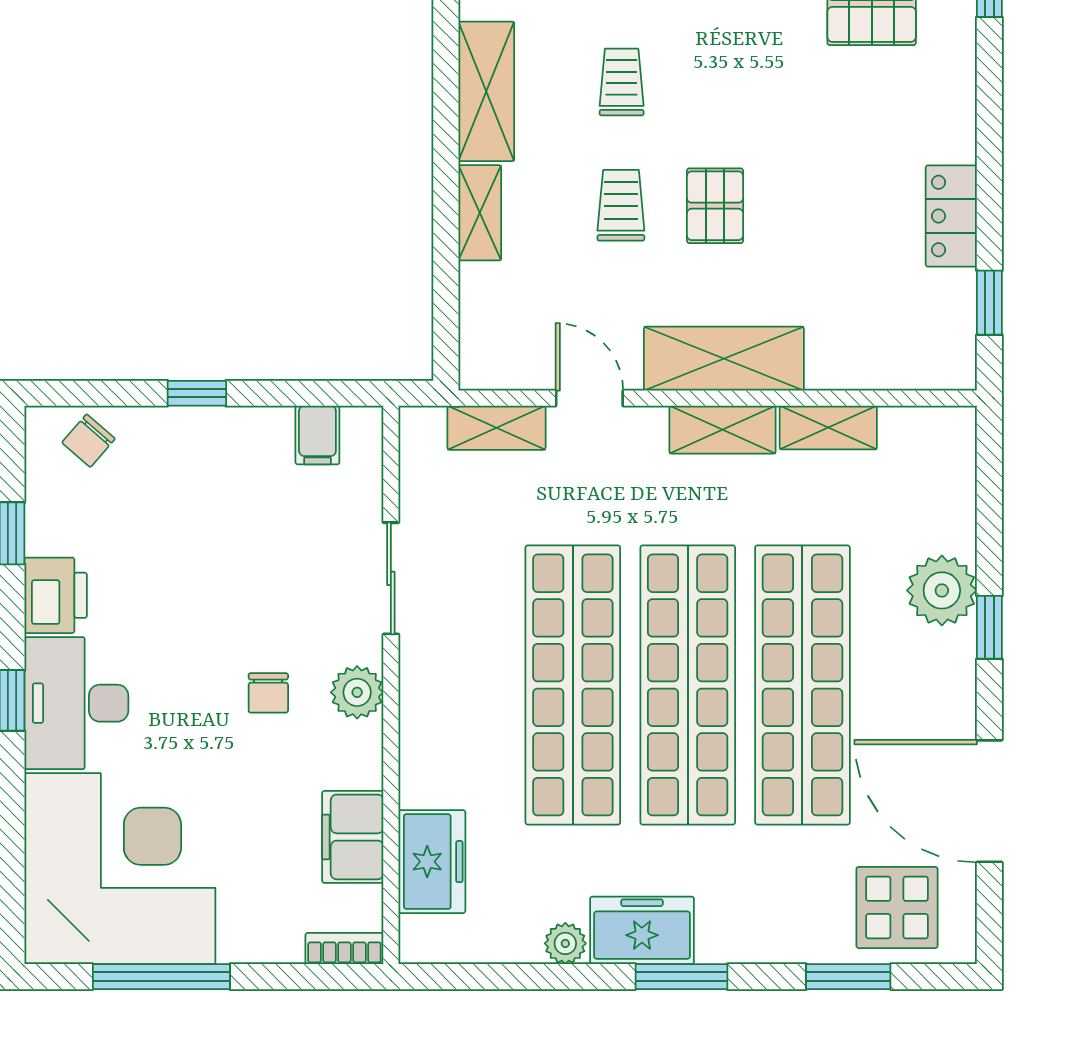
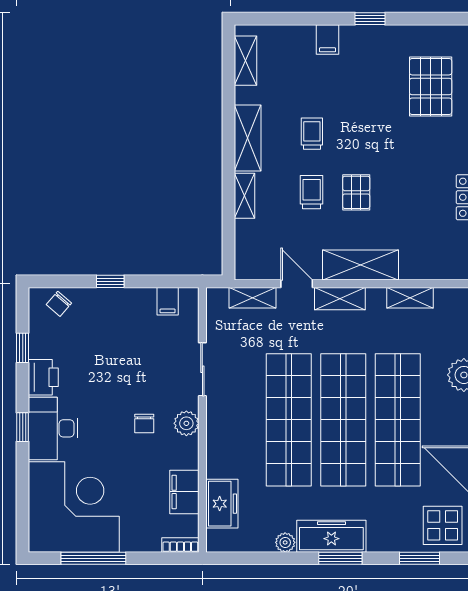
shelving: (723, 430) -> (340, 299), moved
freezer: (642, 930) -> (331, 536), width x1.40

